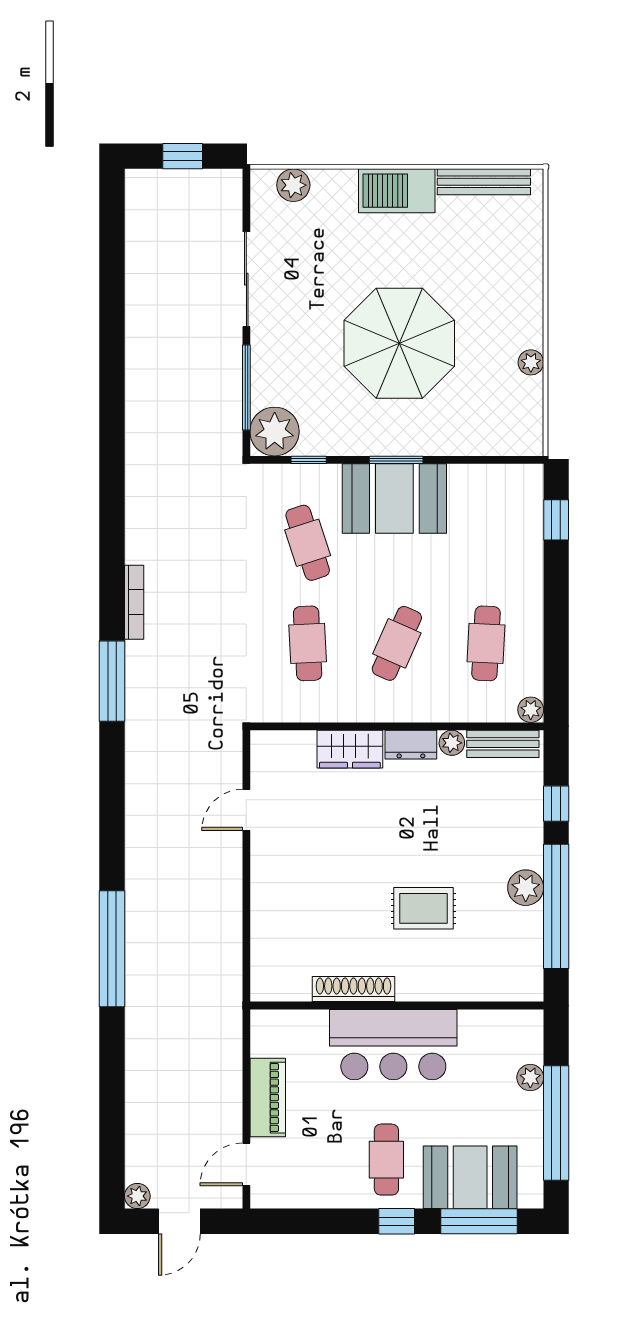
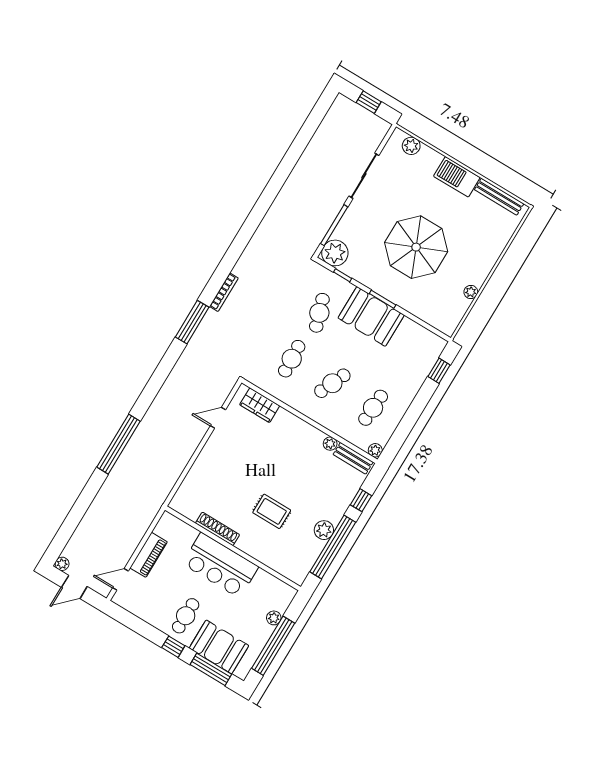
dresser: (411, 745) -> (311, 433), removed
wardrobe: (350, 749) -> (260, 405), moved

